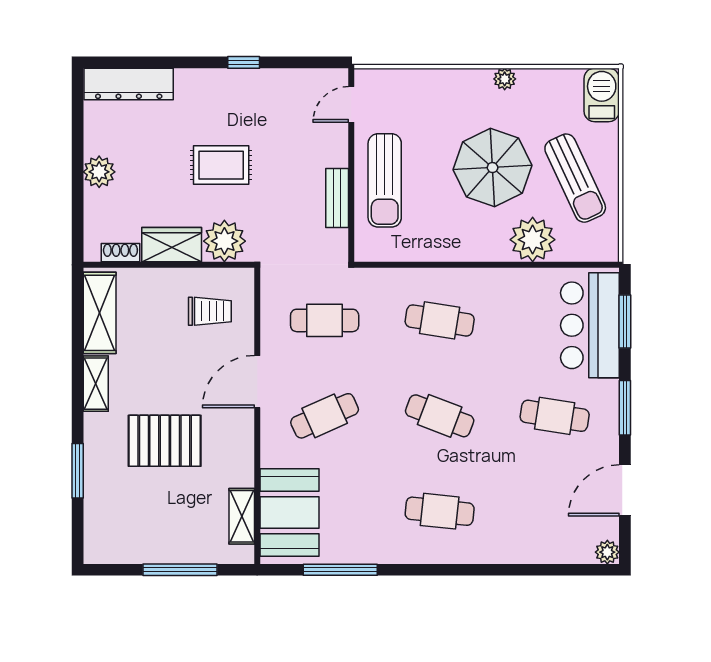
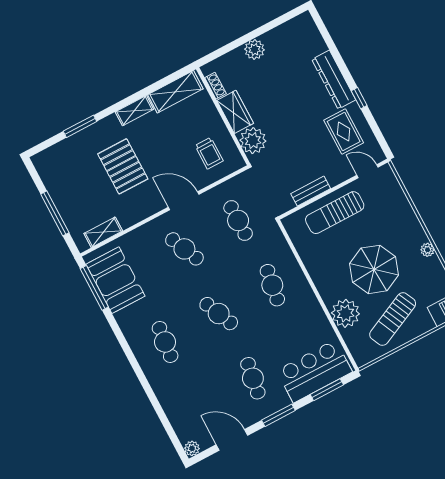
dresser: (129, 84) -> (334, 80), moved
rug: (221, 165) -> (344, 132), moved
cafe table: (440, 416) -> (219, 314), turned -45
booth: (289, 512) -> (115, 280), moved, turned 90
window: (340, 570) -> (94, 288), moved

